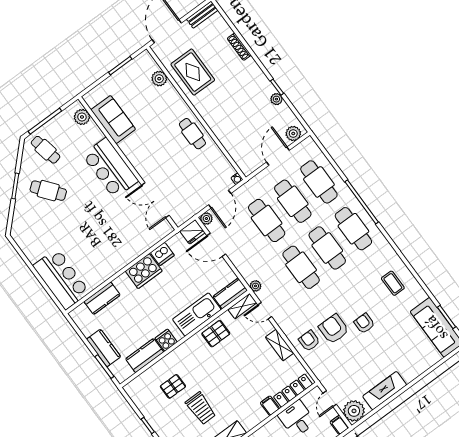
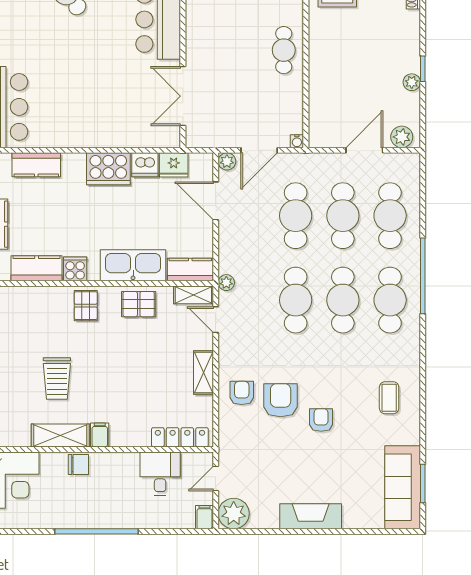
fridge: (192, 232) -> (174, 165), moved
pallet: (173, 386) -> (86, 306), moved, turned 90
fireplace: (385, 391) -> (311, 516), moved
filing cabinet: (270, 406) -> (100, 435), moved

